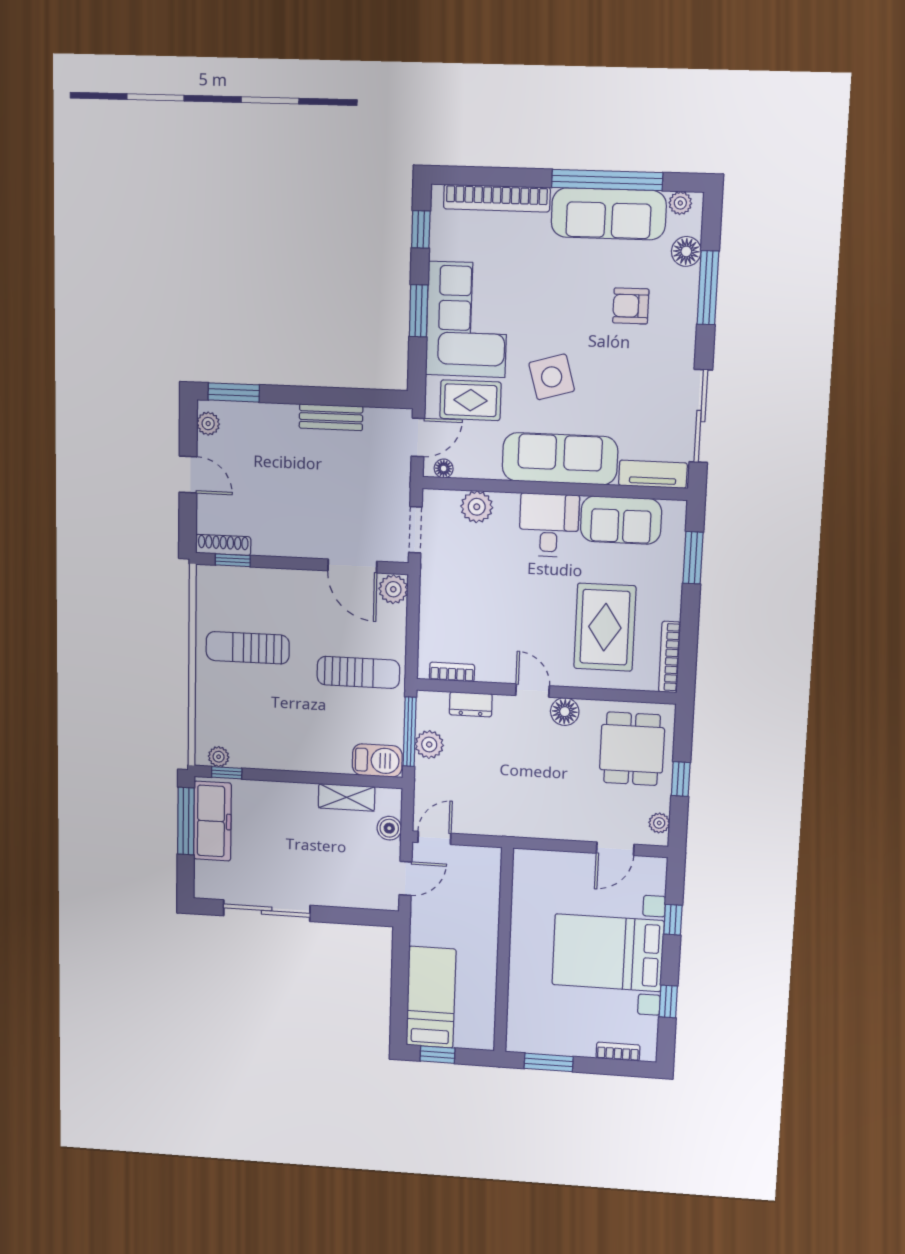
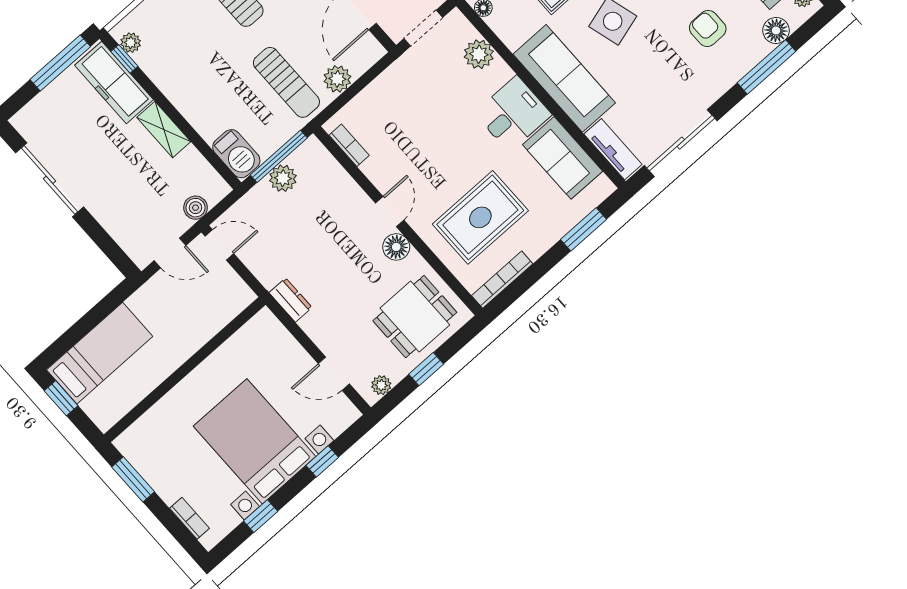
plant: (393, 589) -> (337, 79), moved
dresser: (471, 704) -> (290, 300), moved, turned 180
shelving: (347, 797) -> (164, 130), moved
freezer: (212, 821) -> (114, 82), moved, turned 90

